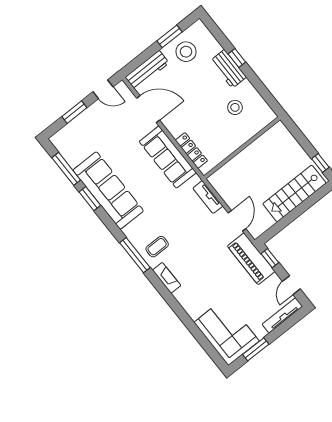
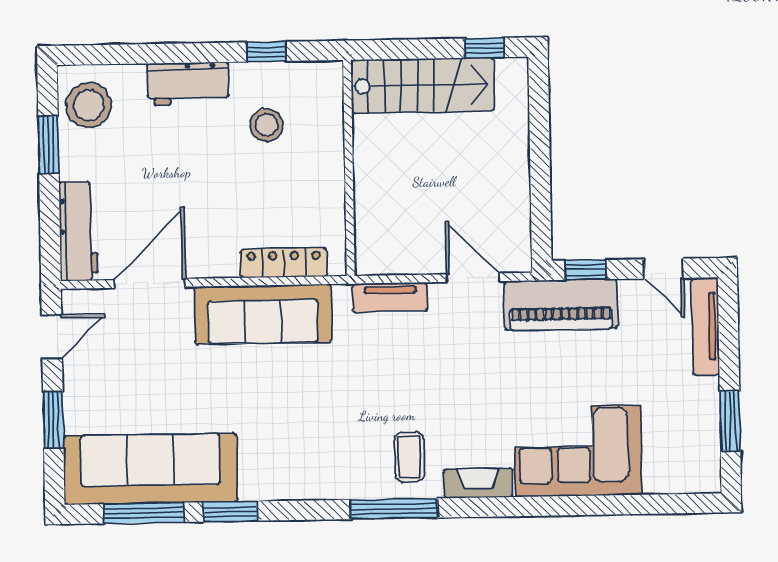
stool: (186, 52) -> (89, 105), moved
window: (237, 58) -> (266, 52), moved
sofa: (108, 190) -> (150, 469), moved
stairs: (294, 193) -> (422, 85), moved, turned -90
corner sofa: (226, 332) -> (578, 451), moved

